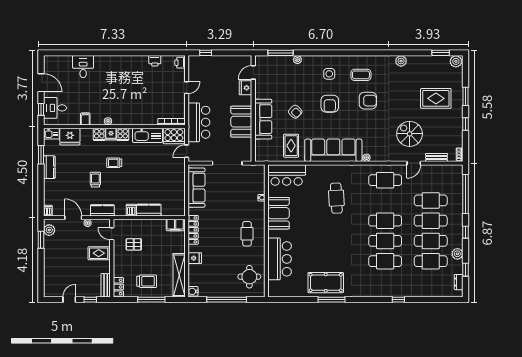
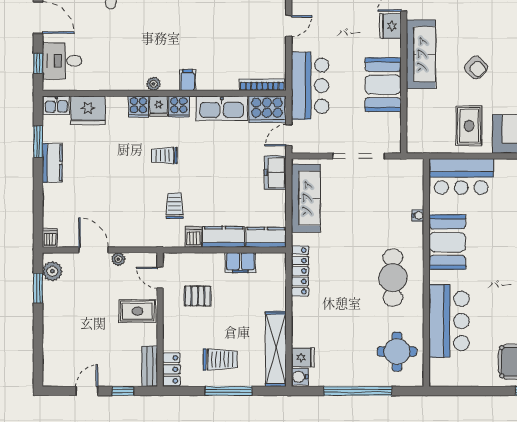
filing cabinet: (85, 119) -> (188, 80), moved
sofa: (263, 119) -> (421, 54), moved
freezer: (179, 173) -> (275, 173), added
trolley: (95, 180) -> (175, 206), moved
kitchen counter: (102, 210) -> (266, 237), moved
filing cabinet: (175, 225) -> (240, 263), moved
cafe table: (247, 234) -> (393, 278), width x1.37, depth x1.35
fridge: (195, 258) -> (303, 358), moved

